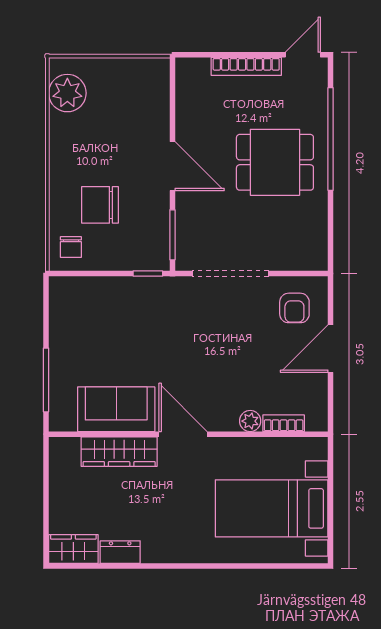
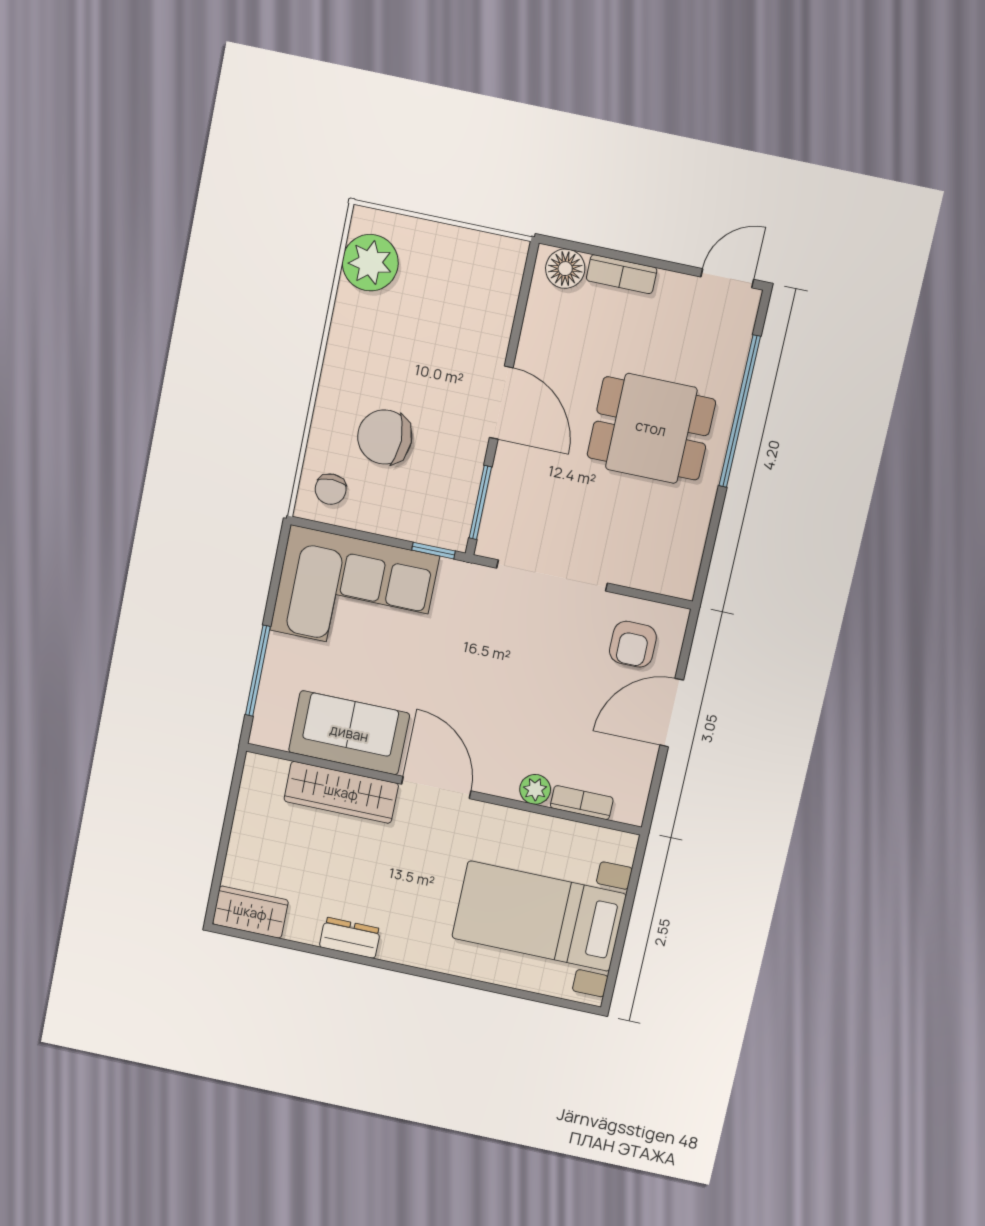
bookcase: (246, 66) -> (622, 274), width x0.64
floor lamp: (196, 70) -> (565, 269), added
corner sofa: (101, 313) -> (354, 593), added
dresser: (120, 552) -> (350, 938), moved

